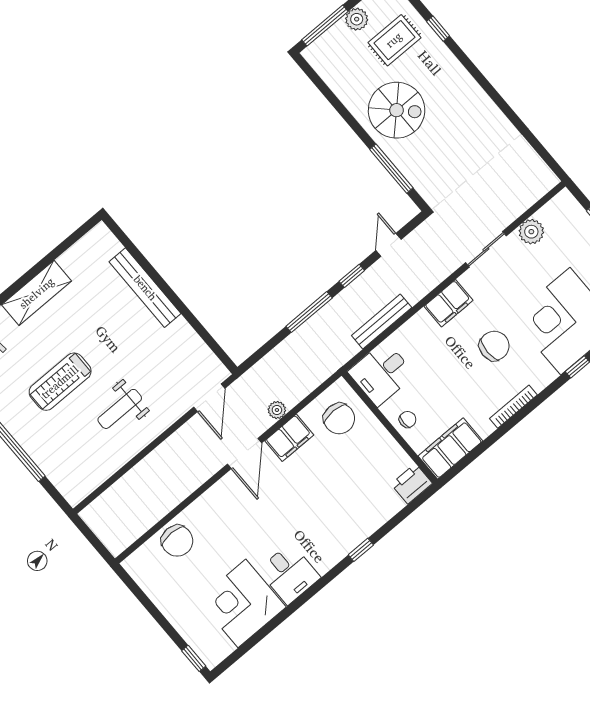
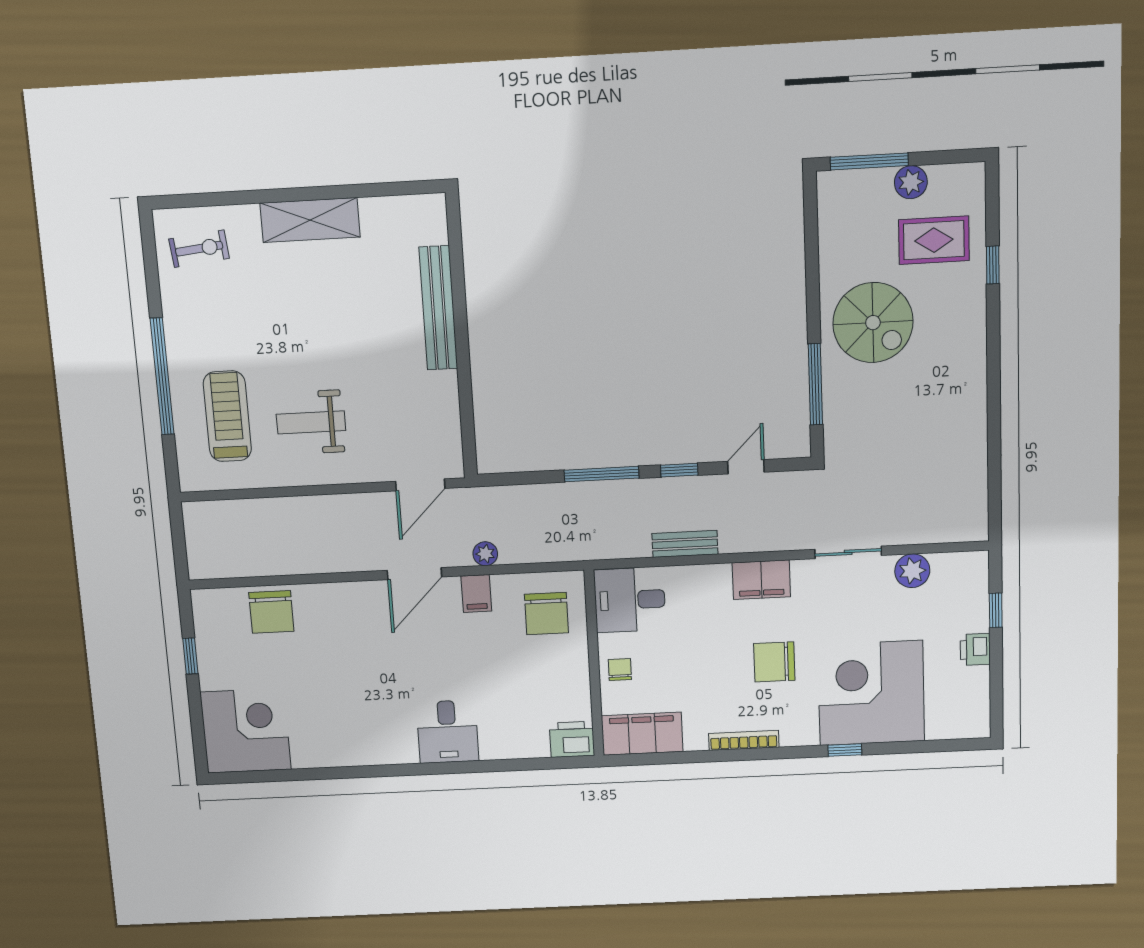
bench: (382, 322) -> (685, 544), width x0.73
chair: (494, 346) -> (774, 662), turned 180
treadmill: (60, 382) -> (227, 416), moved, turned 90
chair: (408, 419) -> (620, 670), turned -90
filing cabinet: (289, 438) -> (476, 594), width x0.50
window: (361, 550) -> (464, 767), removed
desk: (289, 574) -> (447, 732), moved
corner desk: (242, 603) -> (246, 731), moved, turned 90
window: (194, 658) -> (190, 656), moved

